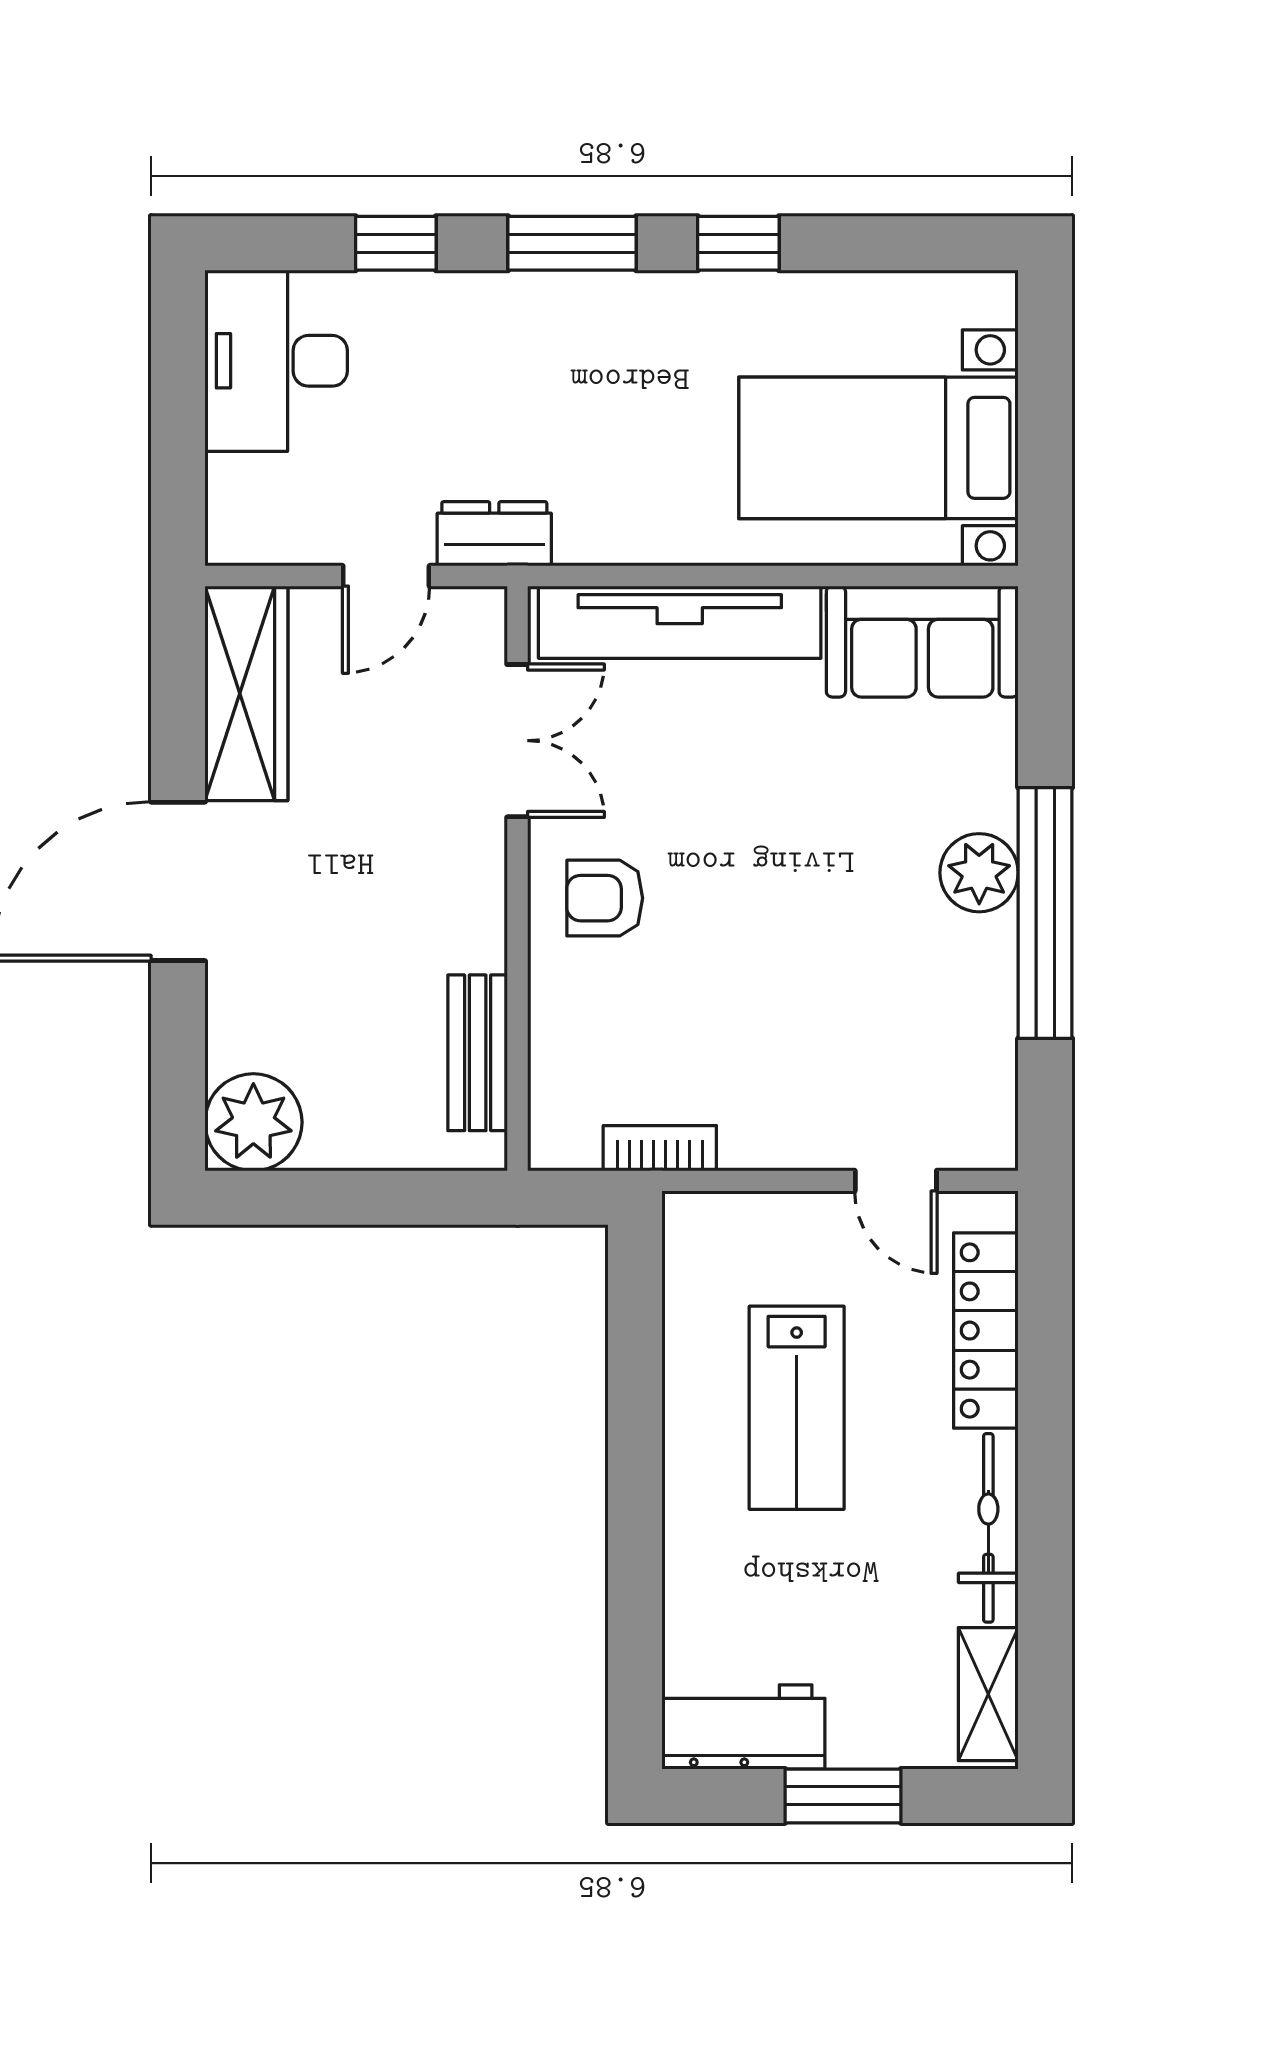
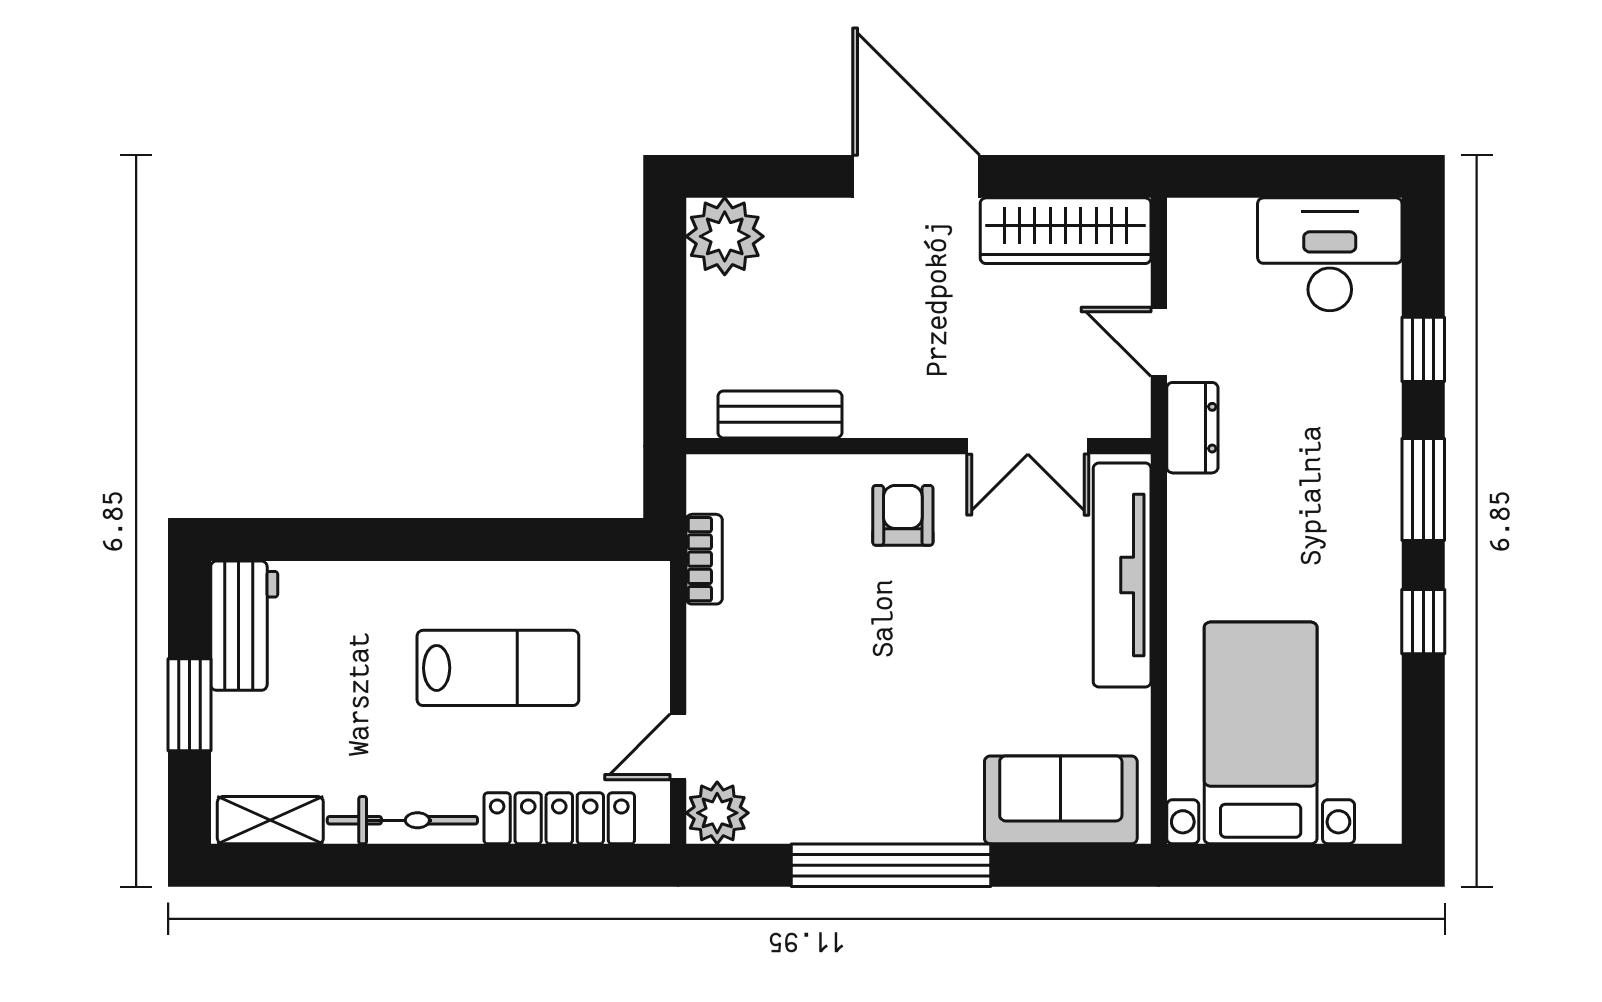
sofa: (922, 642) -> (1061, 800), moved, turned 90
plant: (979, 873) -> (717, 813), moved
lab bench: (797, 1408) -> (498, 668), turned 180

